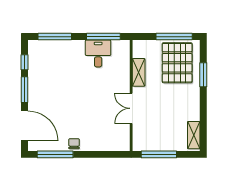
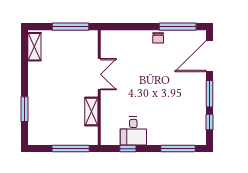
window: (103, 37) -> (128, 149), width x0.46
window: (174, 37) -> (71, 149), moved
pallet: (177, 63) -> (52, 121), removed
door: (24, 126) -> (209, 56), hinge flipped

